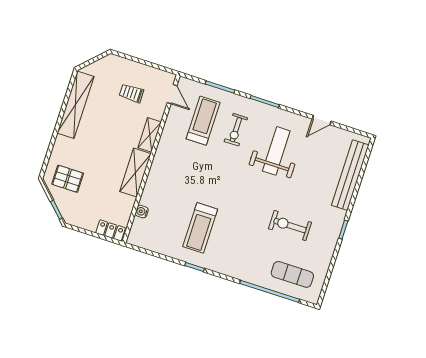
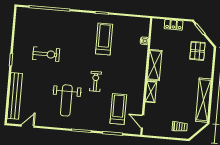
trolley: (131, 93) -> (180, 127), moved
door: (322, 120) -> (28, 126), moved
treadmill: (203, 121) -> (118, 109), turned 180
exercise bike: (236, 130) -> (95, 81), moved
pallet: (68, 179) -> (197, 51), turned 90
locker: (111, 230) -> (174, 25), moved
exercise mat: (292, 274) -> (37, 23), removed

